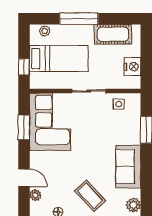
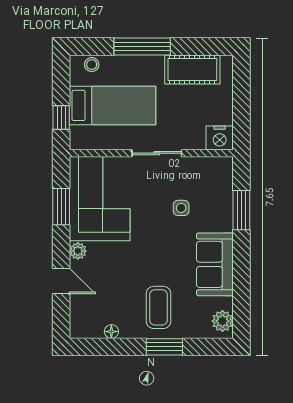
nightstand: (132, 67) -> (220, 138), moved, turned 90
side table: (119, 104) -> (181, 208), moved
plant: (35, 195) -> (78, 251), moved
coffee table: (90, 196) -> (159, 307), turned 43

